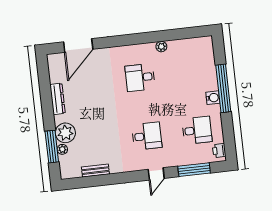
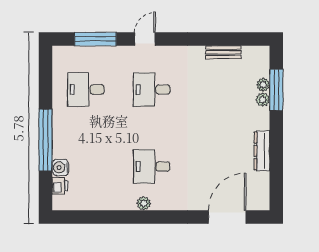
plant: (161, 47) -> (144, 203), moved
desk: (140, 77) -> (152, 166), turned 180
water cooler: (213, 98) -> (60, 167), moved
plant: (65, 133) -> (263, 100), width x0.53, depth x0.53
printer: (219, 151) -> (60, 186), moved

